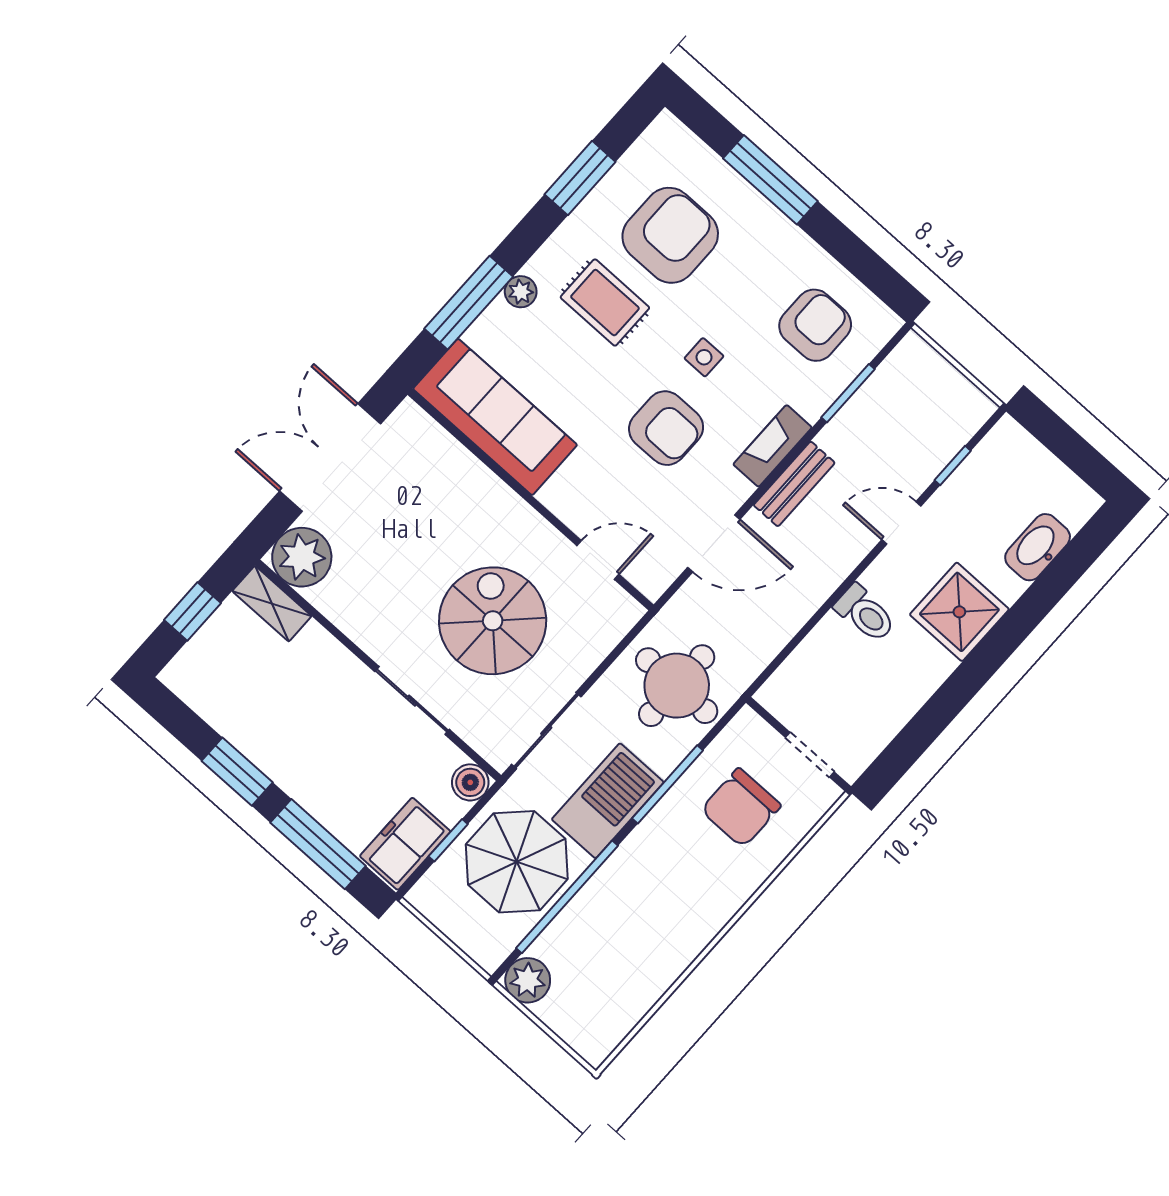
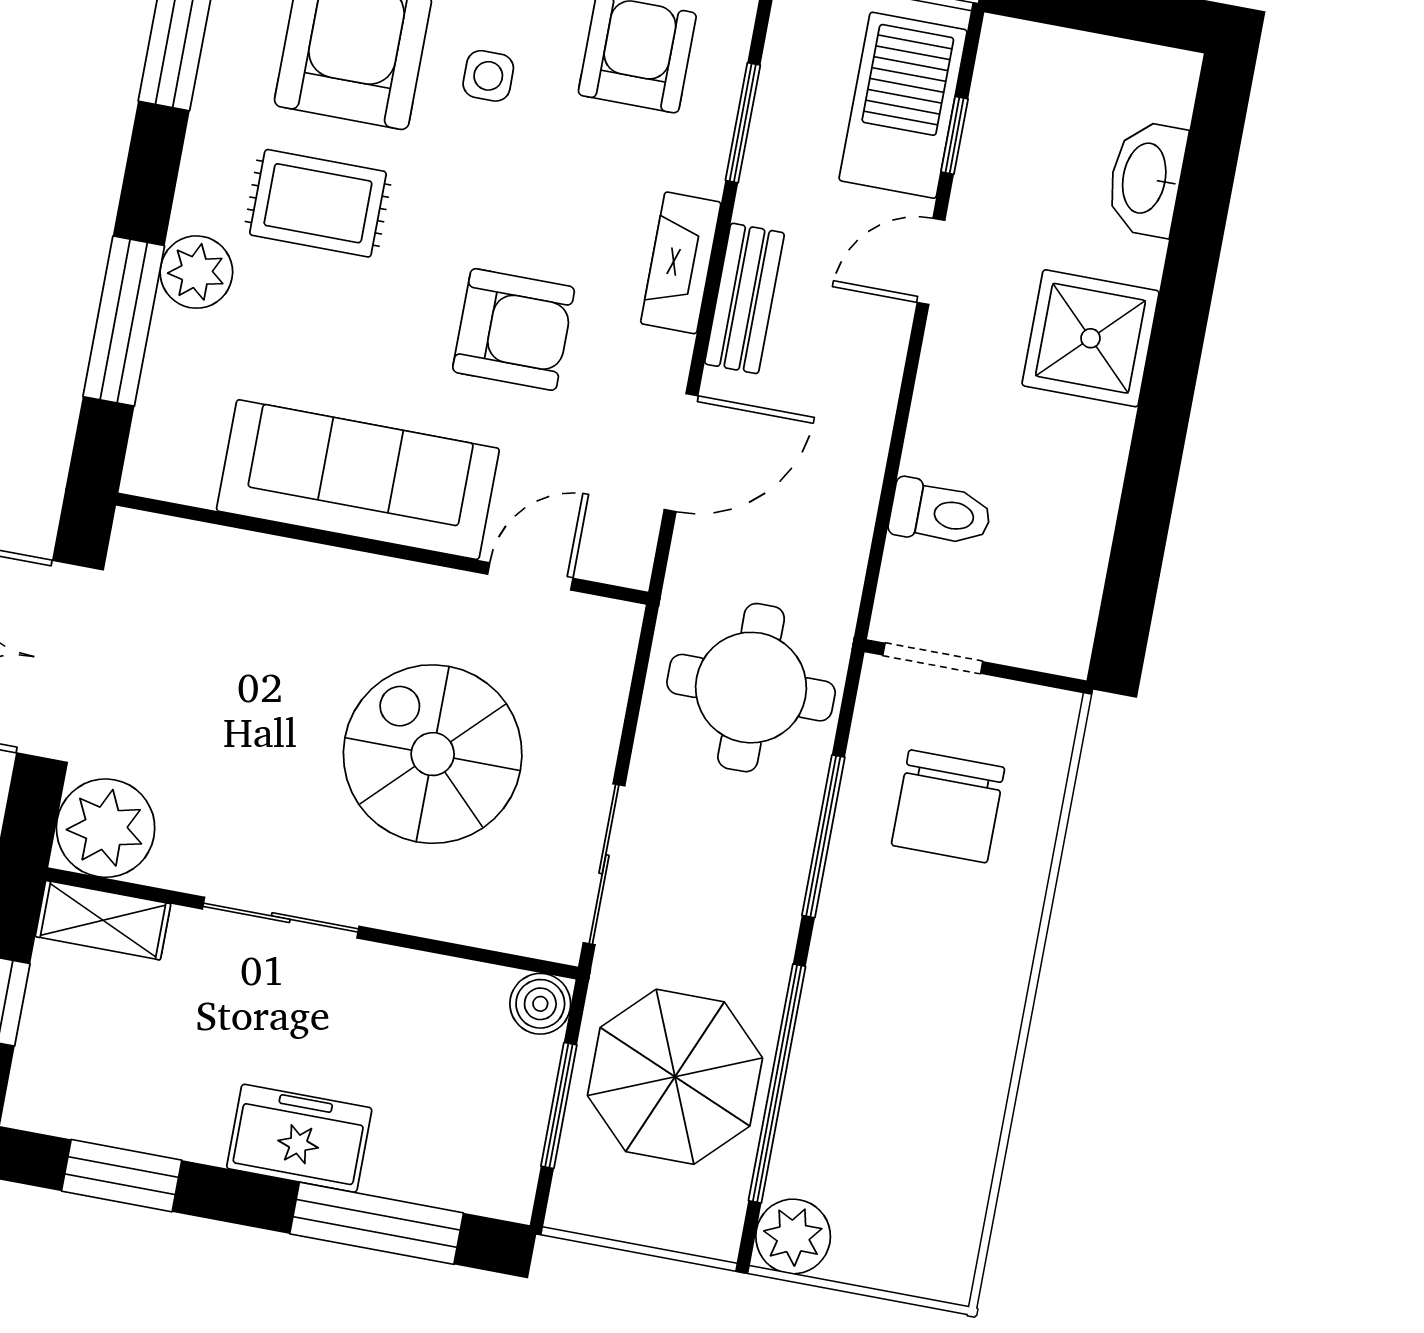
plant: (521, 292) -> (196, 272), width x1.38, depth x1.38
side table: (704, 357) -> (488, 76), moved
sofa: (495, 417) -> (358, 480), moved
toilet: (865, 613) -> (940, 513), moved
sliding door: (412, 701) -> (281, 918), moved
doorway: (810, 755) -> (933, 658), moved
window: (237, 772) -> (122, 1176), moved
barbecue: (608, 801) -> (903, 105), moved
window: (448, 840) -> (559, 1105), width x1.50
freezer: (405, 844) -> (299, 1138), moved, turned 90

